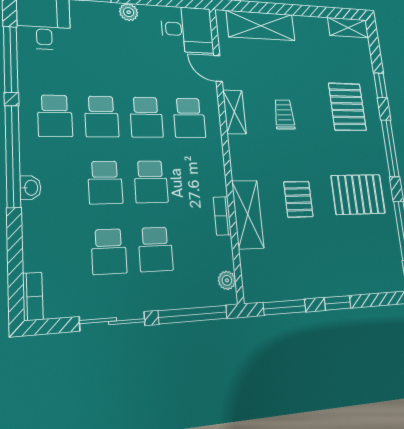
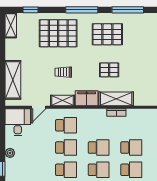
window: (380, 85) -> (31, 10), moved
pallet: (347, 107) -> (58, 33), width x1.37, depth x1.41
filing cabinet: (243, 157) -> (87, 98), added
pallet: (358, 194) -> (107, 34), turned 90
plant: (227, 280) -> (148, 113), removed

